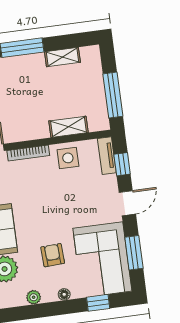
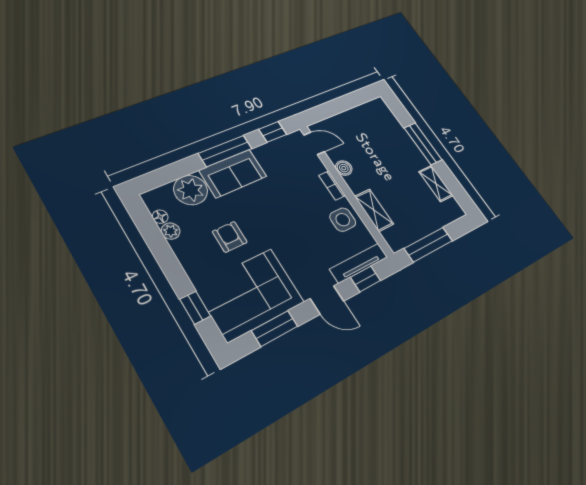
boiler: (23, 134) -> (344, 168), added
bookcase: (28, 153) -> (332, 185), width x0.64
tv unit: (107, 156) -> (359, 263), width x1.41
armchair: (53, 255) -> (230, 237), turned -87
floor lamp: (64, 294) -> (160, 217), moved

